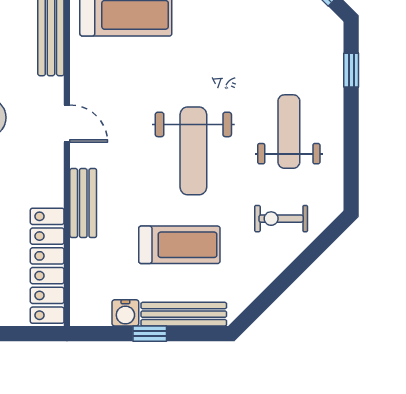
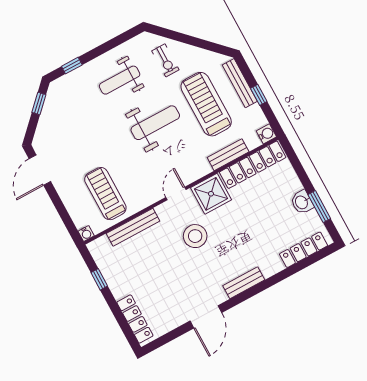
shower: (37, 177) -> (211, 194), added
bench: (83, 203) -> (228, 155), moved
treadmill: (179, 245) -> (206, 104), width x1.37, depth x1.38
water cooler: (125, 313) -> (266, 134), moved

